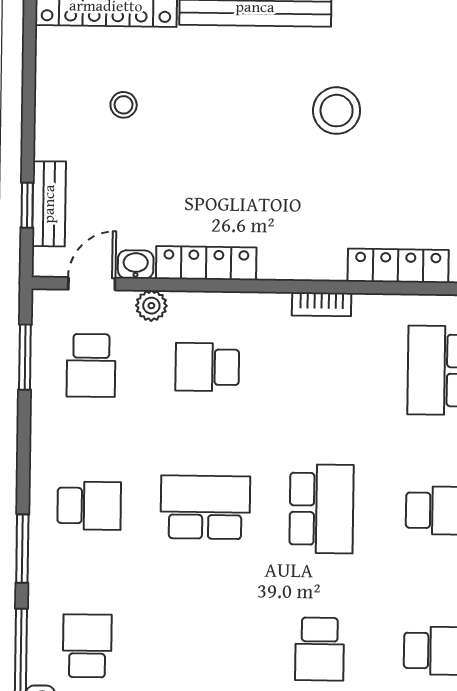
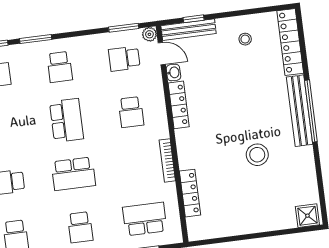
stool: (124, 105) -> (245, 39), moved
bench: (49, 204) -> (189, 30), width x1.36
bookcase: (322, 304) -> (167, 160), width x1.56
plant: (151, 306) -> (149, 34), moved
school desk: (207, 367) -> (131, 112), turned 180

